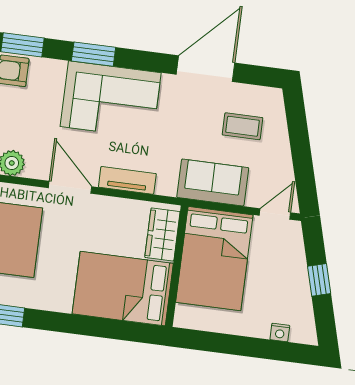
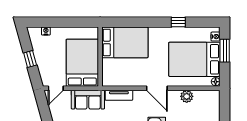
tv unit: (127, 180) -> (119, 95), moved
wardrobe: (162, 235) -> (109, 71), removed

